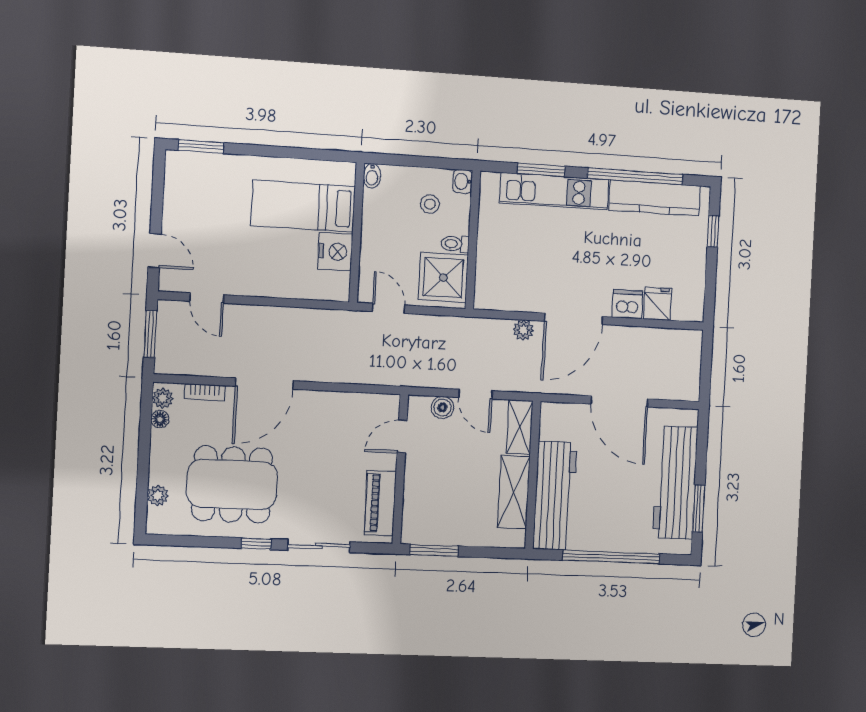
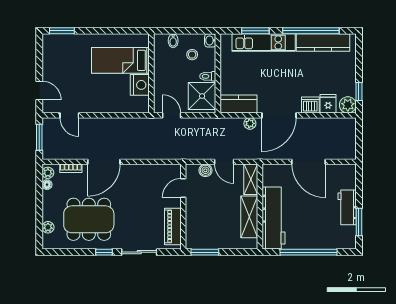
bidet: (372, 176) -> (173, 41), moved
window: (713, 231) -> (359, 92), moved
kitchen counter: (505, 295) -> (238, 104), added
plant: (690, 308) -> (348, 105), added
workbench: (675, 483) -> (347, 207), width x0.53, depth x0.76

